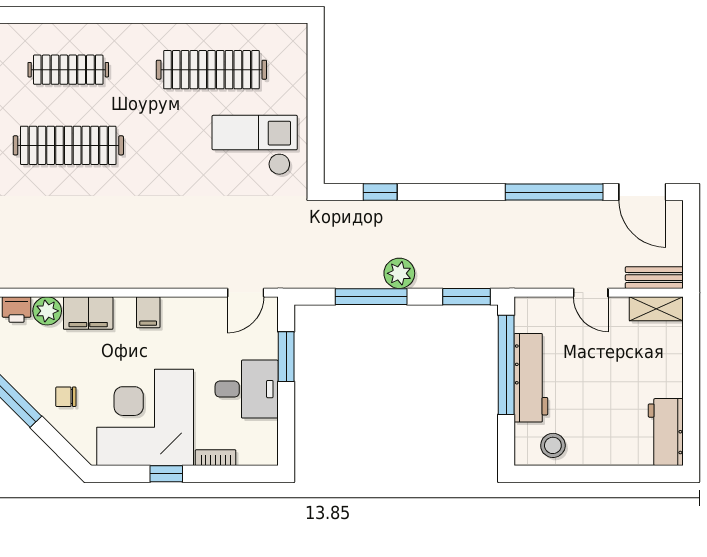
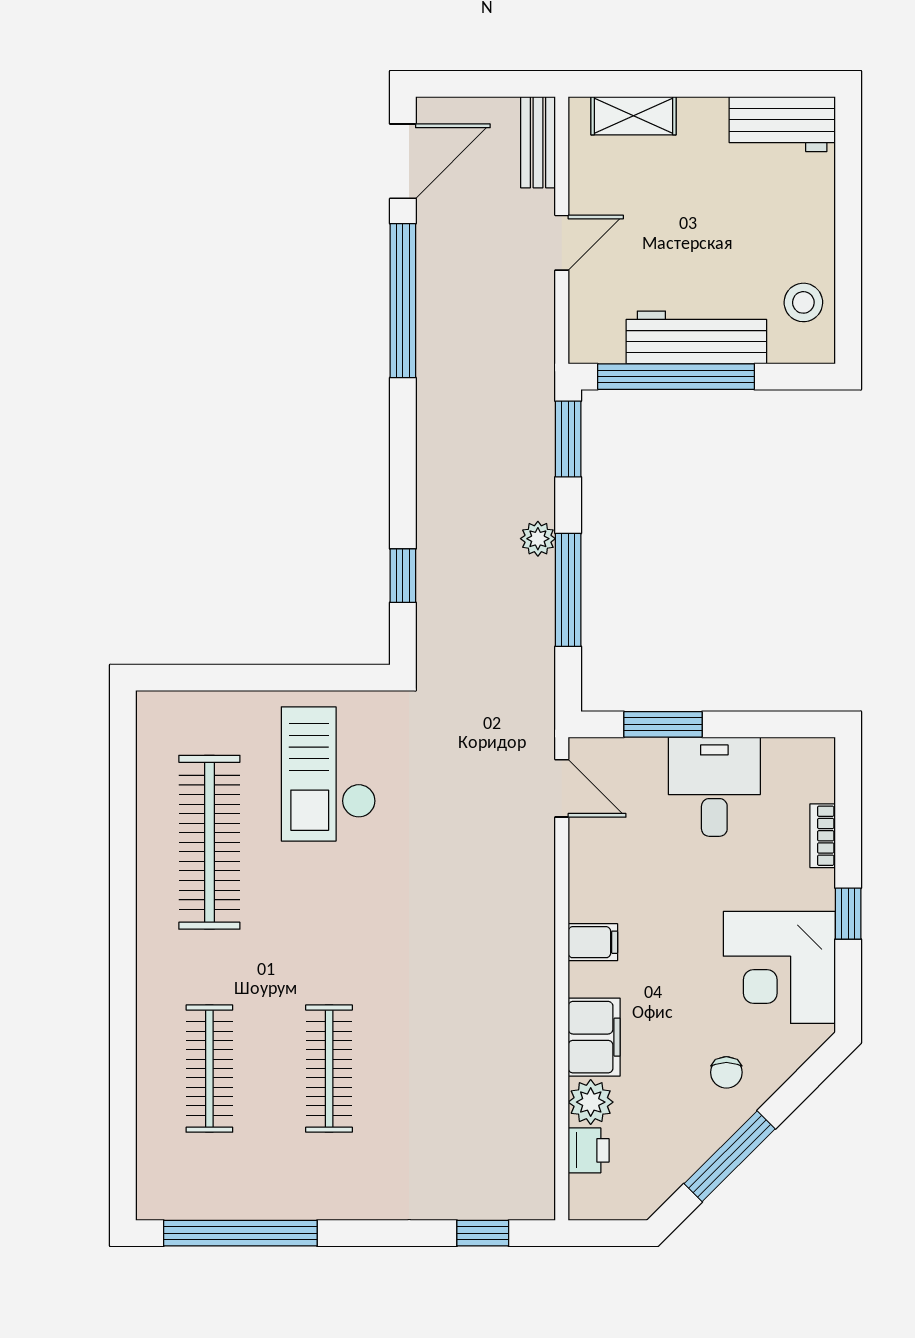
clothes rail: (68, 145) -> (329, 1069), width x0.73, depth x0.76
plant: (399, 273) -> (538, 539), width x0.73, depth x0.73
shelving: (656, 309) -> (633, 116), moved, turned 90
corner desk: (145, 417) -> (779, 967), width x0.74, depth x0.74

